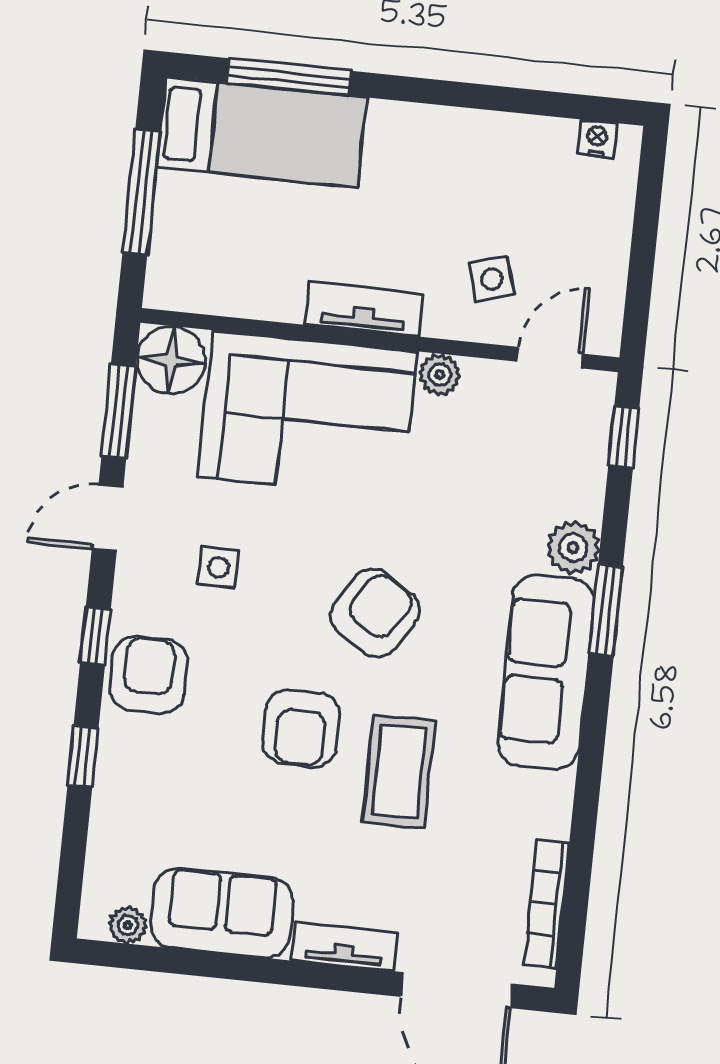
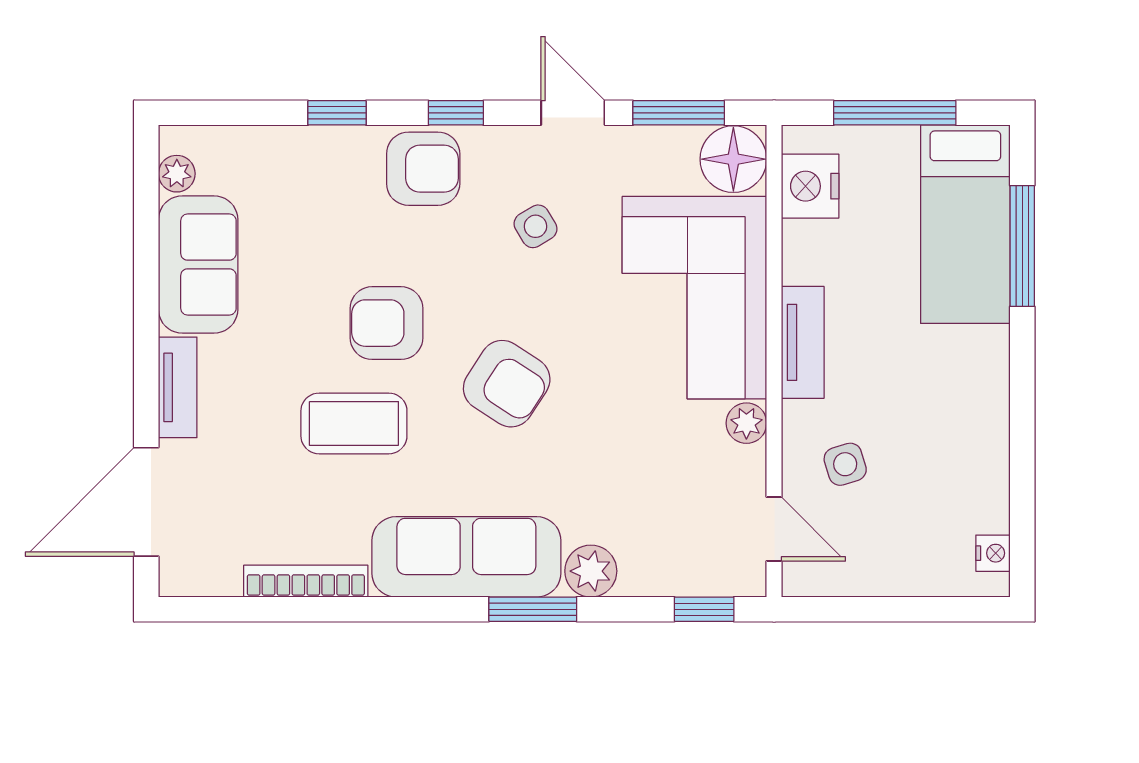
nightstand: (207, 285) -> (810, 186), added
side table: (219, 567) -> (536, 226), turned -31
bookcase: (547, 904) -> (306, 581), moved

